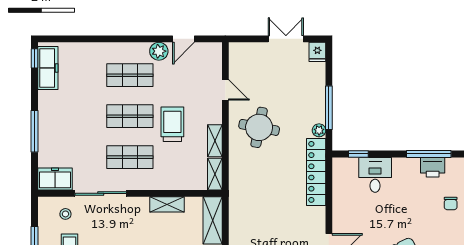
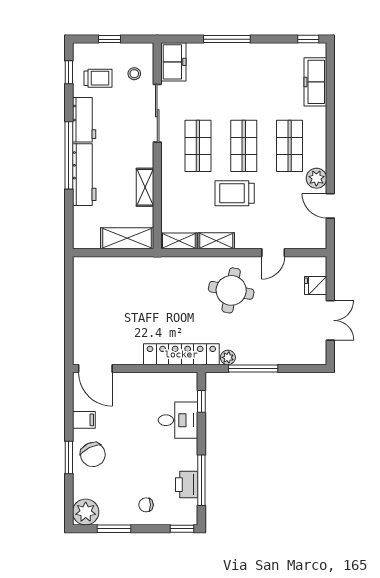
fridge: (317, 52) -> (316, 285), moved
freezer: (48, 68) -> (315, 82), moved, turned 90
trolley: (172, 124) -> (235, 193), turned 180

